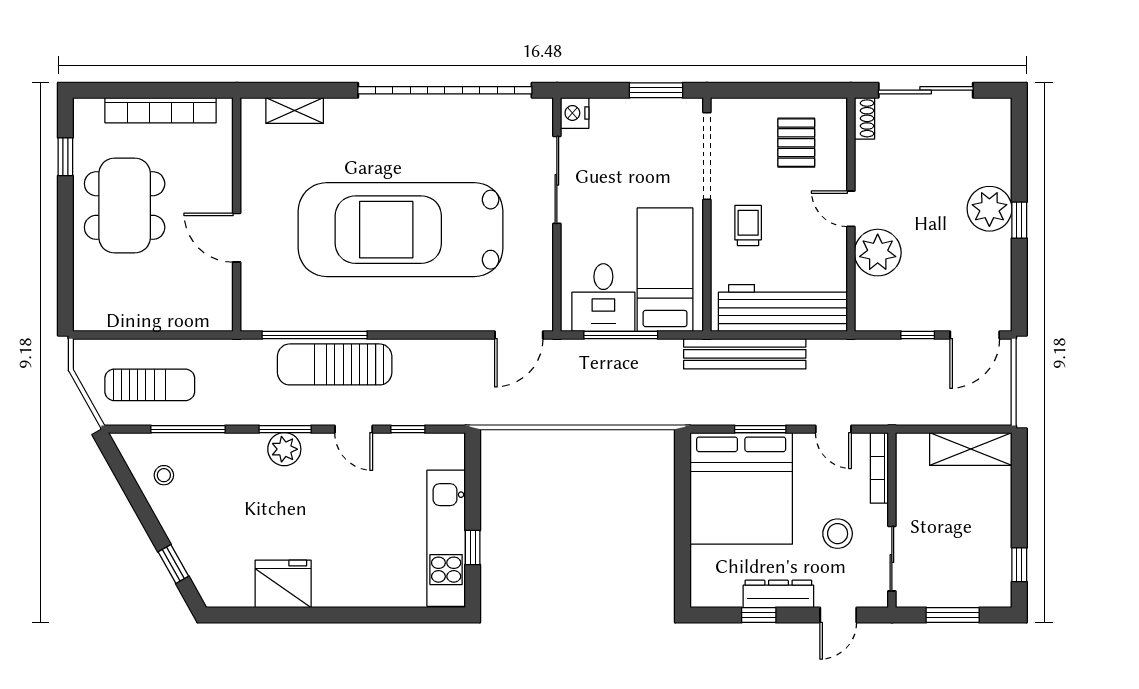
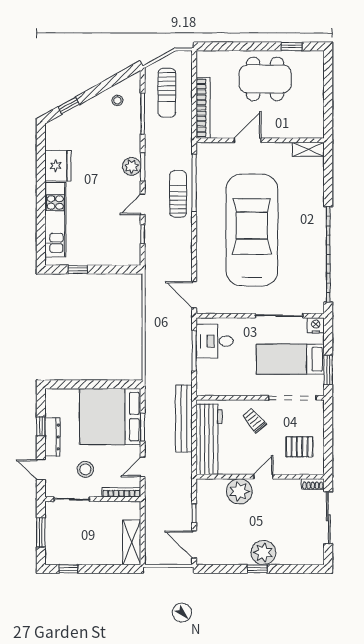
bookcase: (161, 110) -> (203, 108), moved, turned 180
shelving: (295, 111) -> (308, 149), moved, turned 90
trolley: (748, 226) -> (254, 420), turned -130
bed: (665, 270) -> (290, 359), moved, turned 180
sun lounger: (335, 364) -> (178, 194), width x0.73, depth x0.75
kitchen unit: (446, 538) -> (55, 220), moved, turned 90

